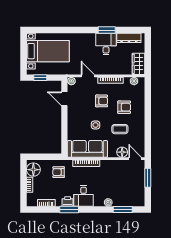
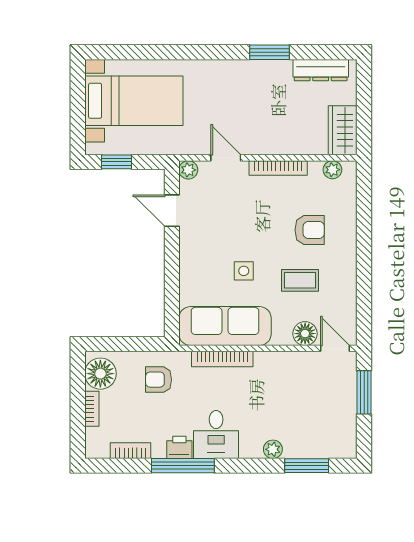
desk: (106, 44) -> (268, 84), removed
armchair: (102, 101) -> (258, 216), removed
window: (69, 210) -> (183, 466), width x1.44

